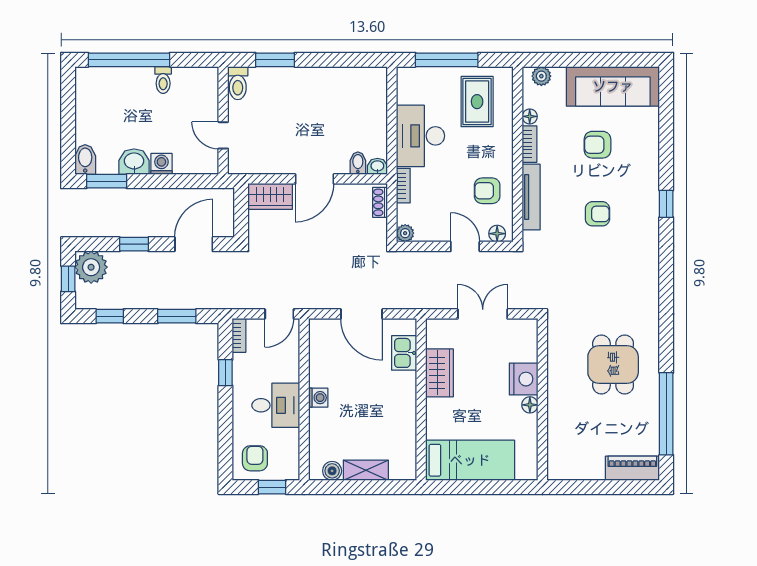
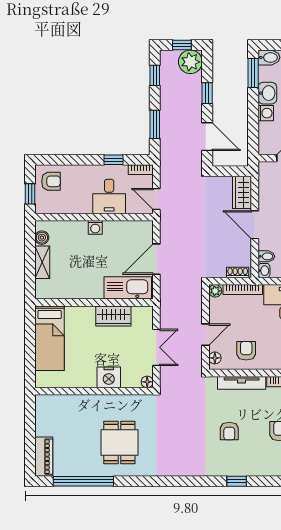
bookcase: (403, 186) -> (243, 289), width x1.56
kitchen sink: (404, 353) -> (128, 288), width x1.87, depth x1.24
dining table: (613, 364) -> (119, 442), turned 90
desk: (276, 405) -> (109, 196), moved
floor lamp: (530, 405) -> (147, 382), moved

